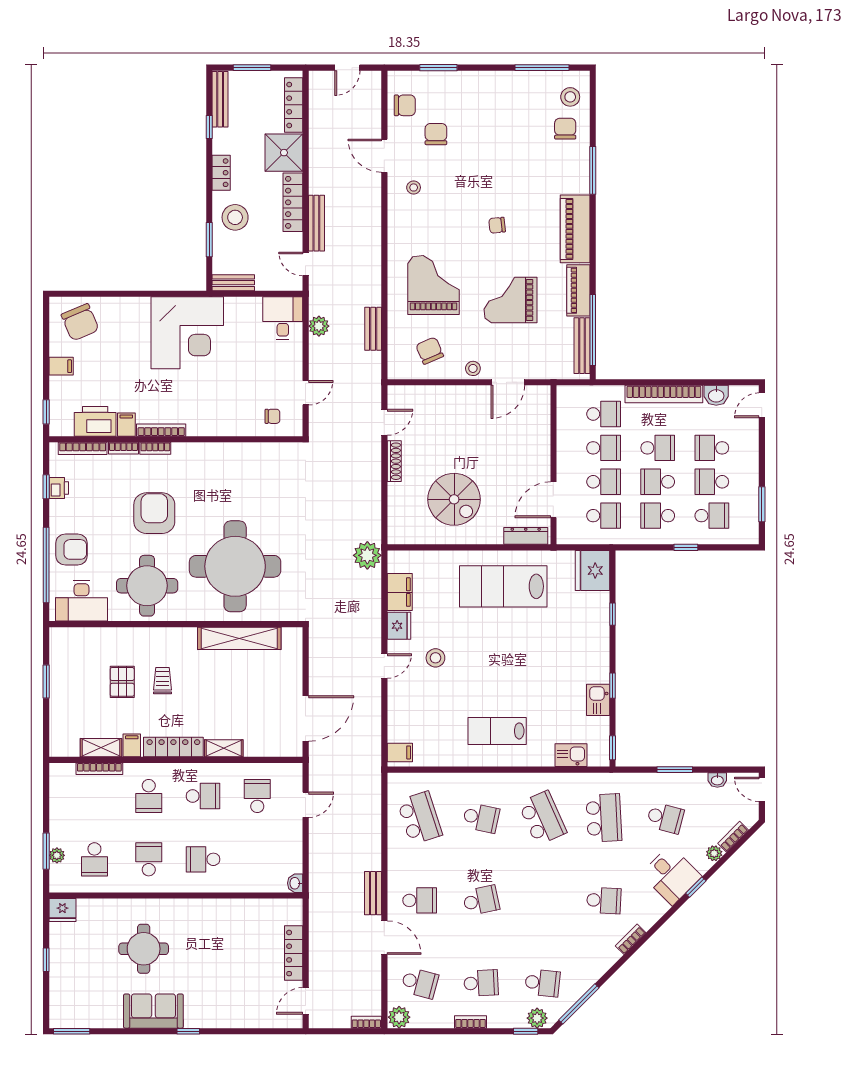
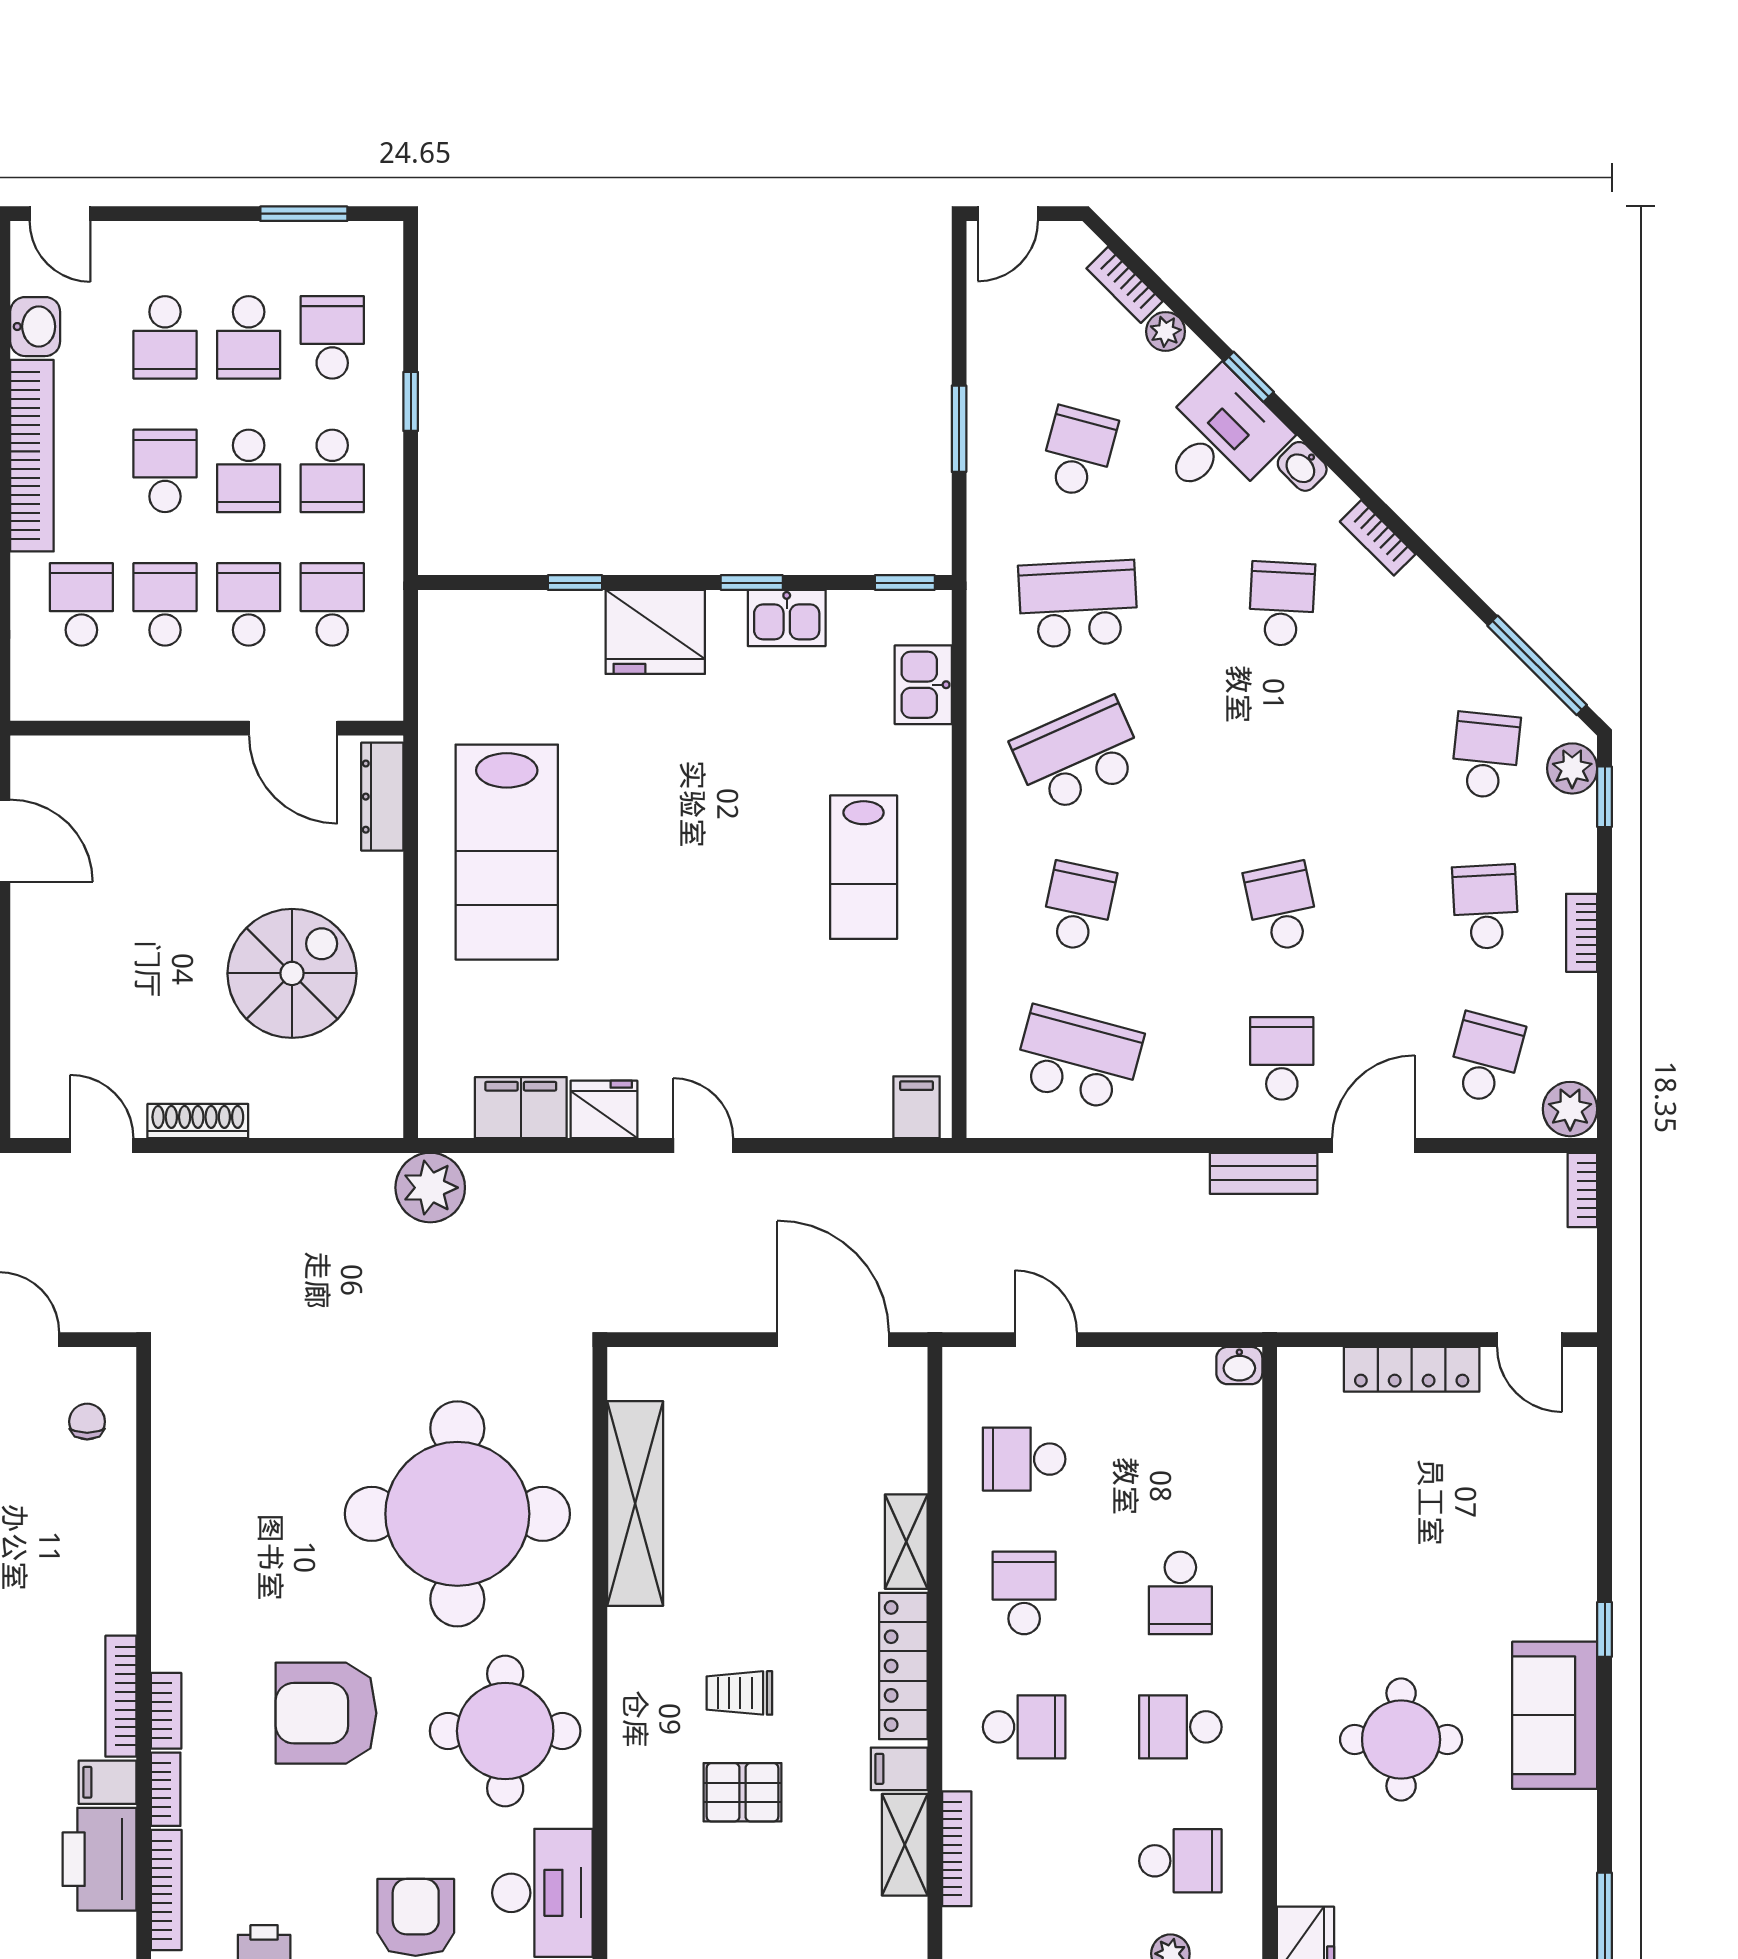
fridge: (592, 570) -> (655, 632), moved
stool: (435, 658) -> (683, 1019), removed
washbasin: (717, 780) -> (1302, 466), moved, turned 135
school desk: (420, 818) -> (1078, 1058), turned 33

